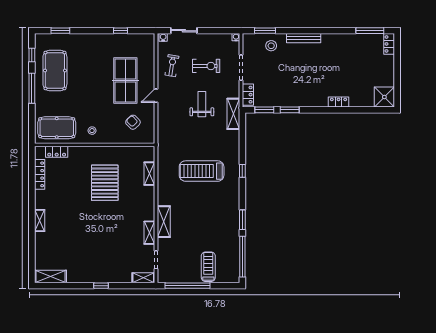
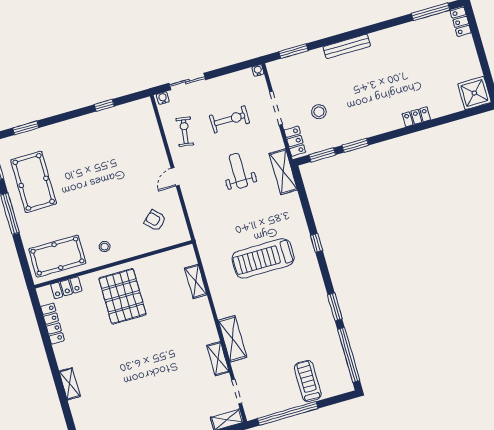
stool: (271, 46) -> (319, 112), moved
table tennis table: (125, 80) -> (129, 169), removed
pallet: (105, 183) -> (122, 296), moved

